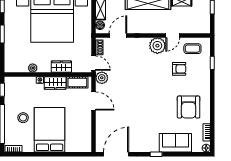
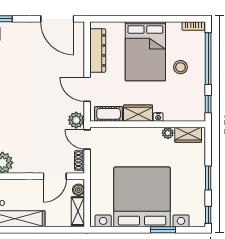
wardrobe: (61, 67) -> (188, 135), moved
dresser: (85, 130) -> (98, 50), added
door: (116, 154) -> (57, 19), hinge flipped

